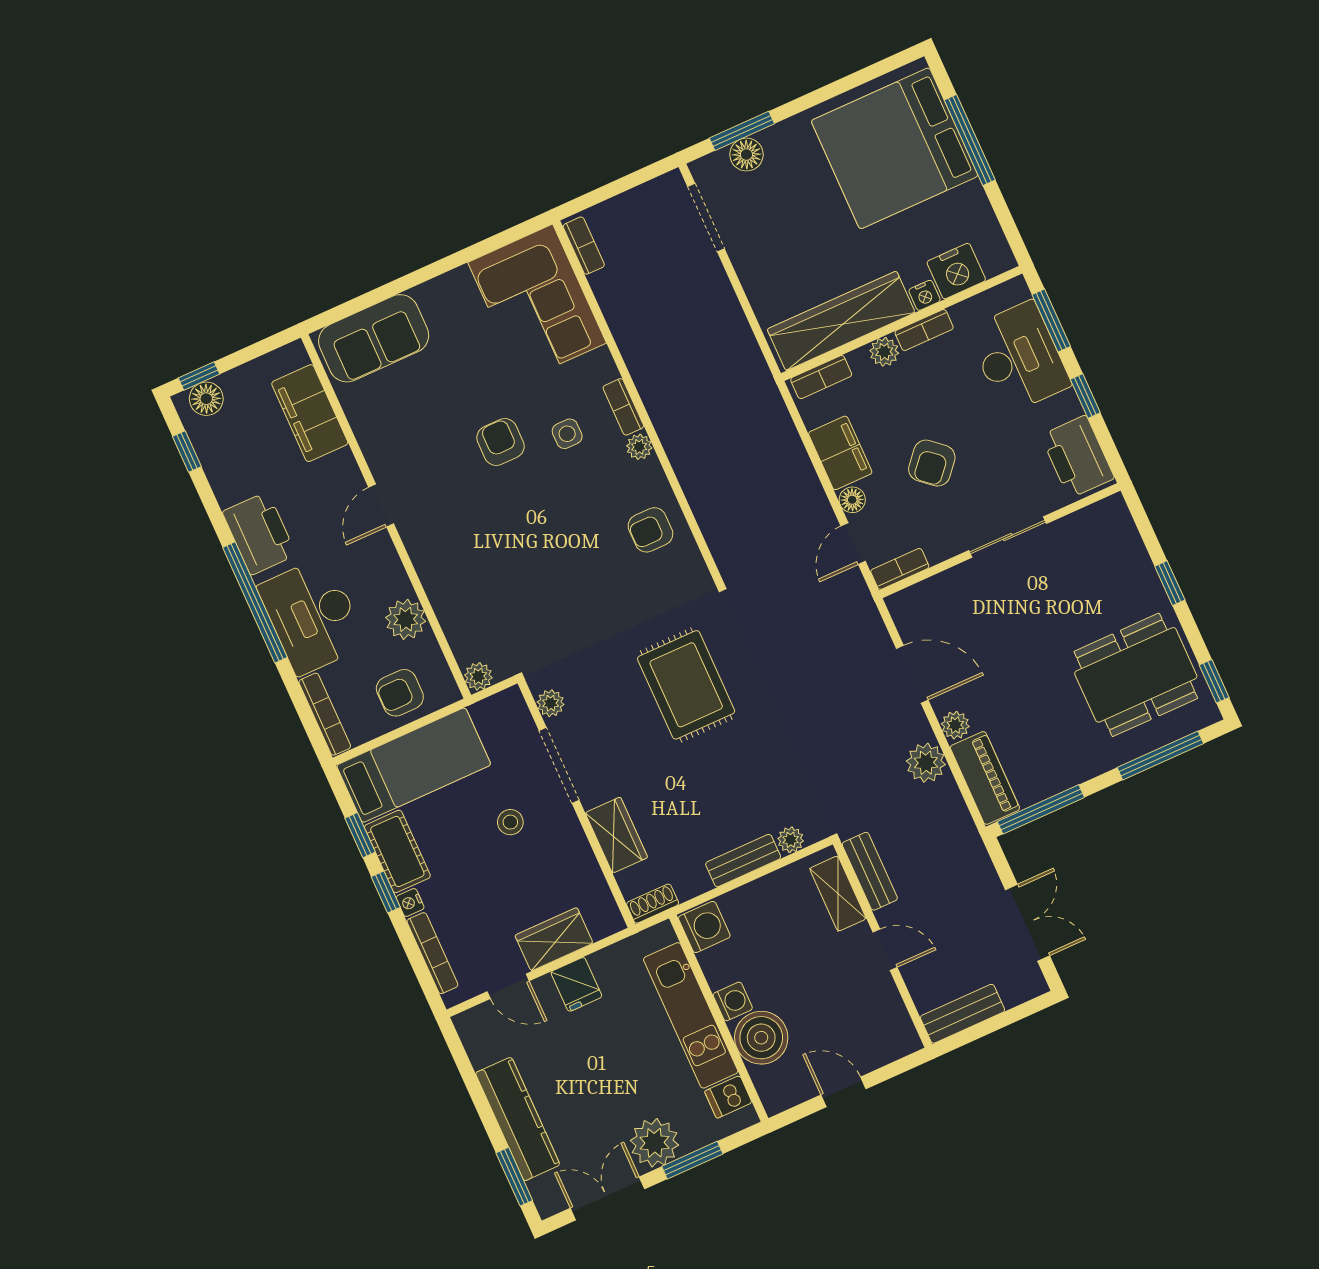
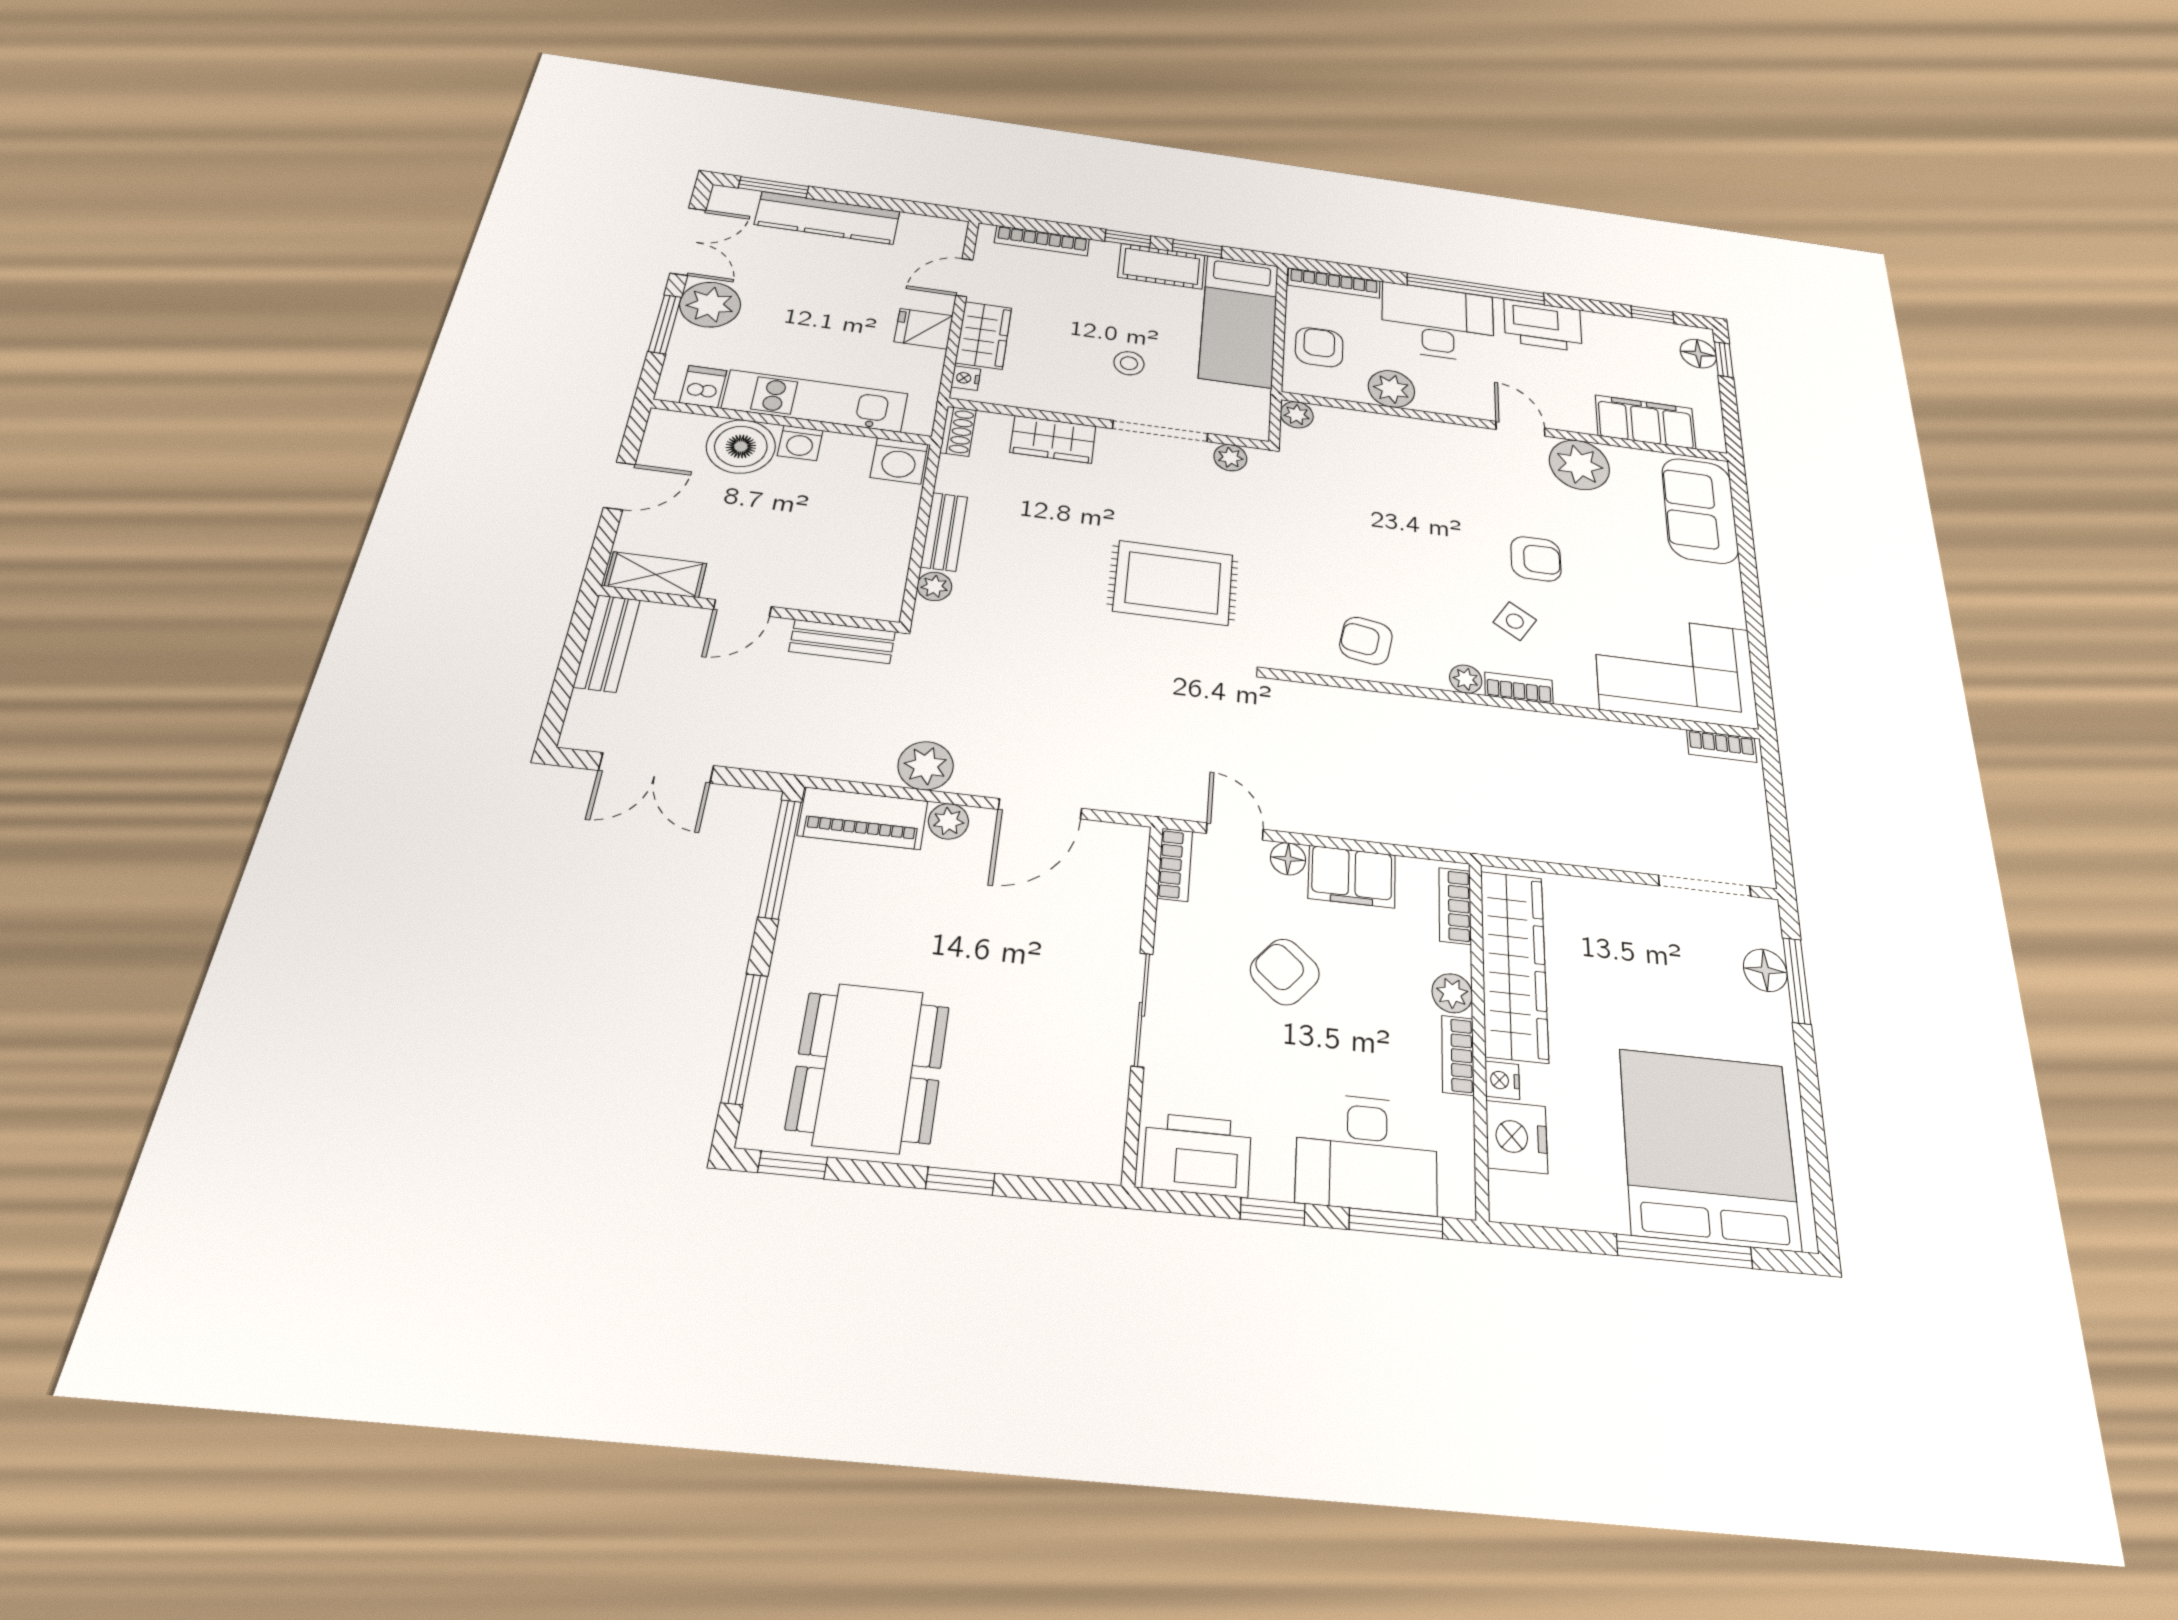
side table: (567, 434) -> (1515, 621), turned 33
plant: (388, 446) -> (1579, 465), added
armchair: (650, 530) -> (1366, 641), turned -80
shelving: (838, 894) -> (656, 575), moved
nightstand: (410, 903) -> (966, 378), moved, turned -90

